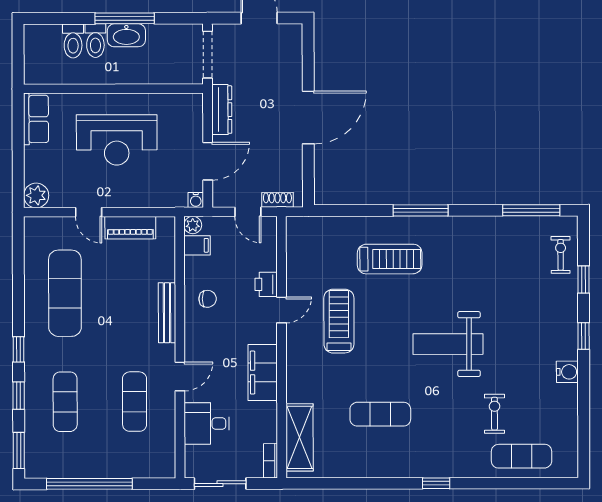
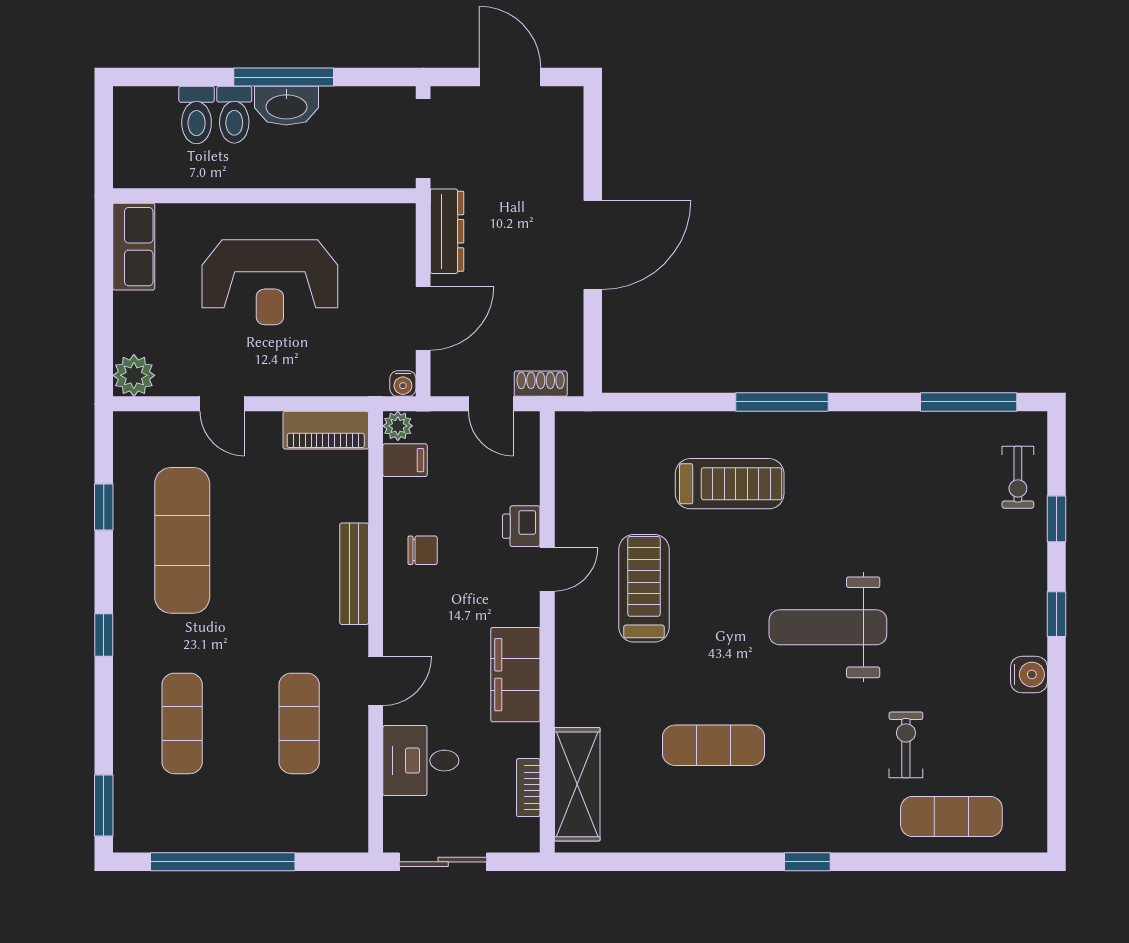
piano: (130, 228) -> (326, 430), moved
exercise bike: (561, 255) -> (1018, 477), turned 180
window: (19, 396) -> (104, 507), moved
bookcase: (271, 461) -> (528, 788), moved

